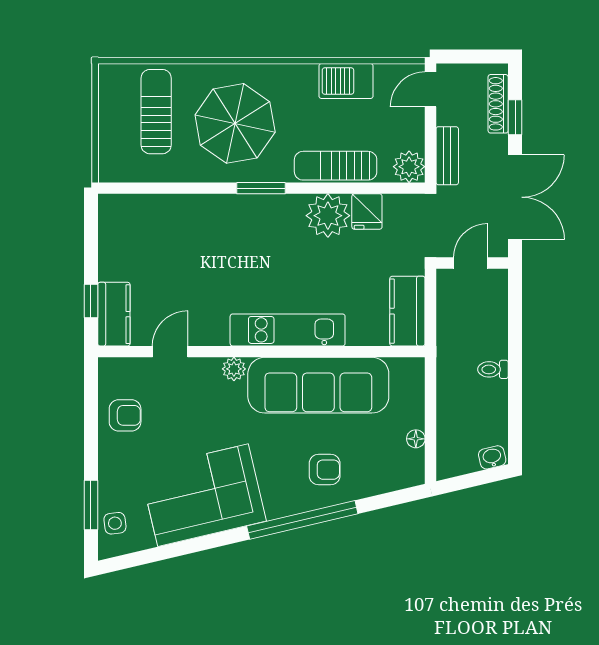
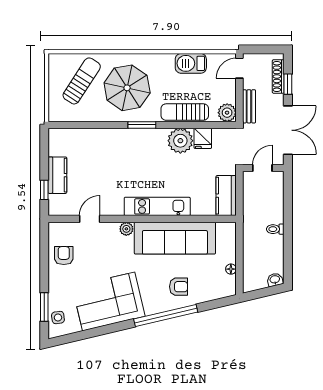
sun lounger: (156, 112) -> (82, 81), turned 33
kitchen counter: (114, 314) -> (57, 175), moved
armchair: (125, 415) -> (64, 256), turned -90

